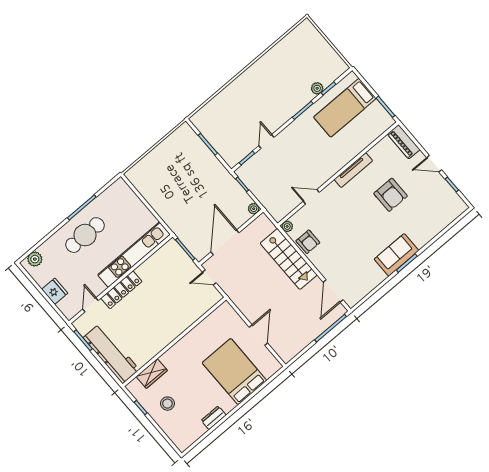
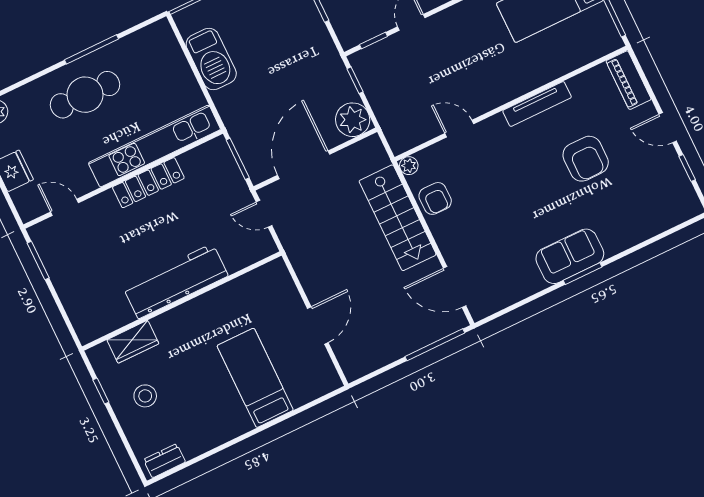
barbecue: (154, 194) -> (211, 59), added
plant: (254, 209) -> (353, 120), width x1.88, depth x1.88
locker: (121, 290) -> (148, 183), moved
door: (333, 291) -> (455, 287), hinge flipped
door: (90, 305) -> (64, 207), hinge flipped
workbench: (111, 354) -> (175, 281), moved, turned -90
bed: (234, 372) -> (255, 378), width x0.67
dresser: (214, 418) -> (164, 461), moved

